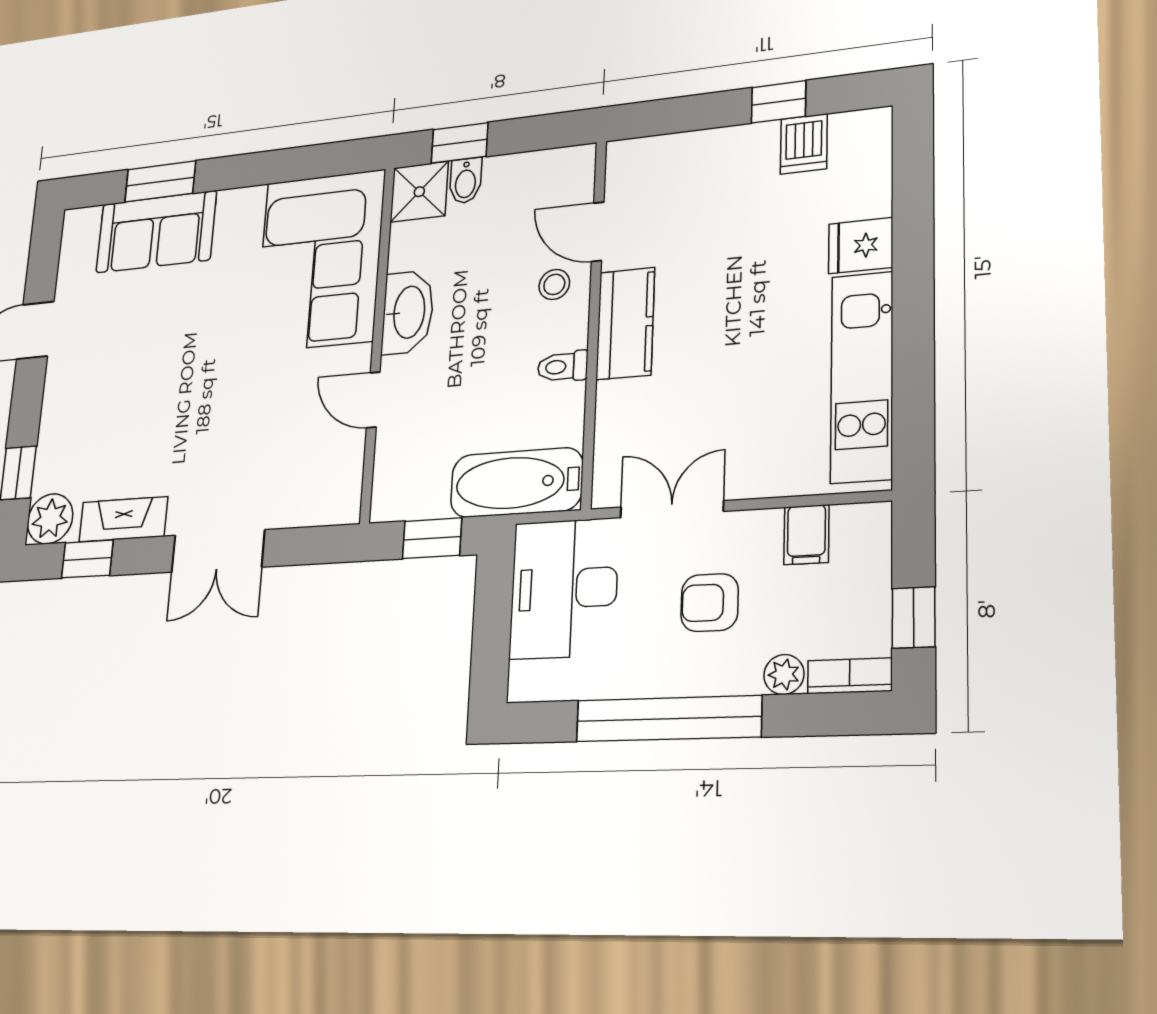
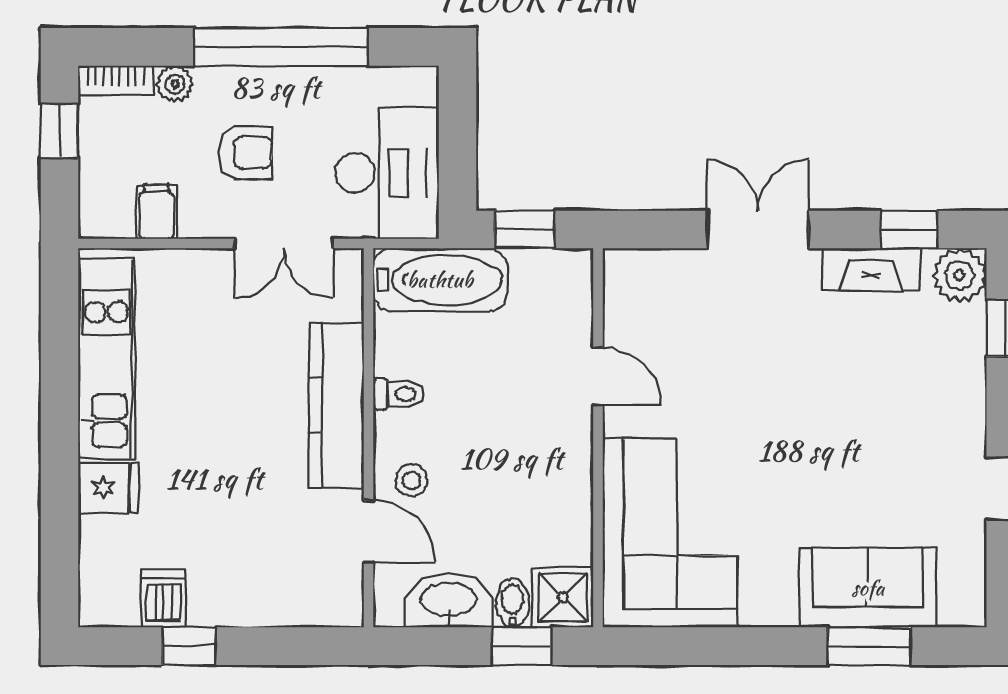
washbasin: (408, 312) -> (449, 601), moved, turned 90
kitchen counter: (625, 323) -> (336, 405), width x1.50

